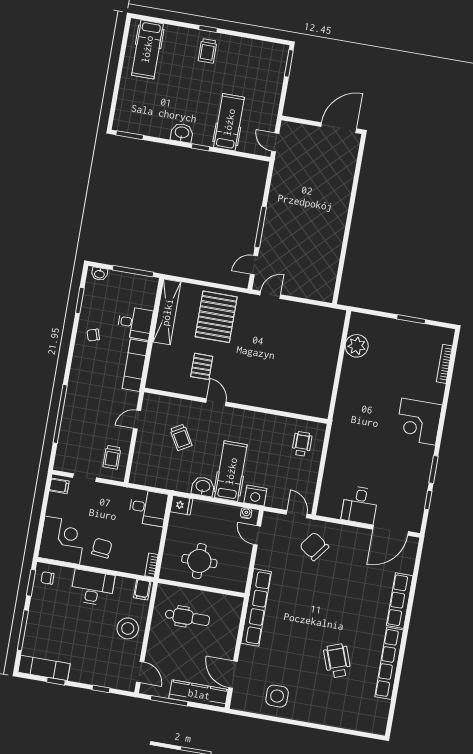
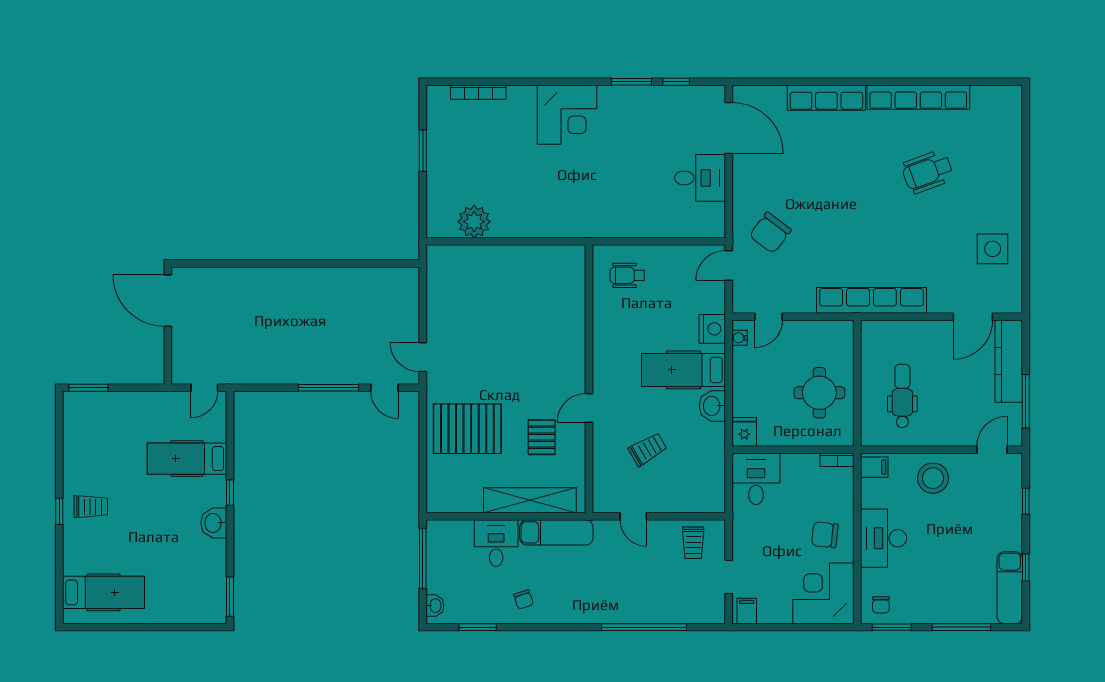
shelving: (167, 312) -> (530, 500), moved
pallet: (202, 366) -> (542, 437), turned 90
trolley: (112, 457) -> (693, 543), turned 90

